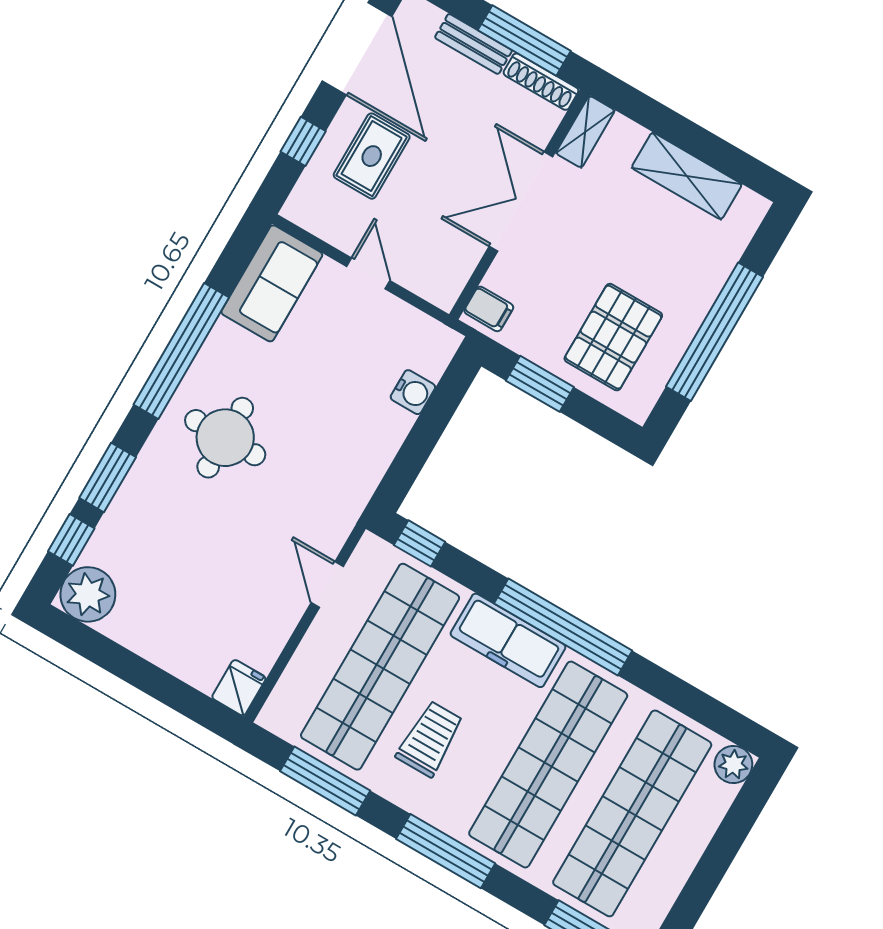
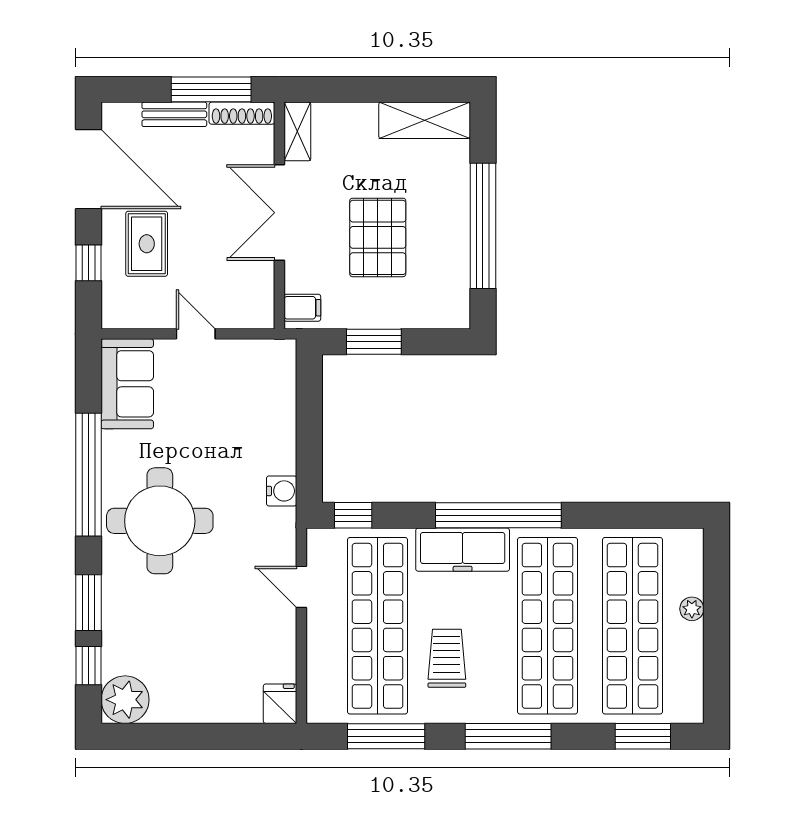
shelving: (687, 176) -> (425, 120), moved
pallet: (613, 337) -> (378, 237), moved
water cooler: (413, 392) -> (282, 491), moved
round table: (225, 438) -> (160, 521), width x1.36, depth x1.36
plant: (733, 765) -> (692, 609), moved, width x0.73, depth x0.73

